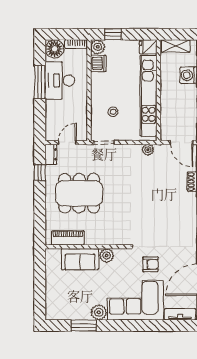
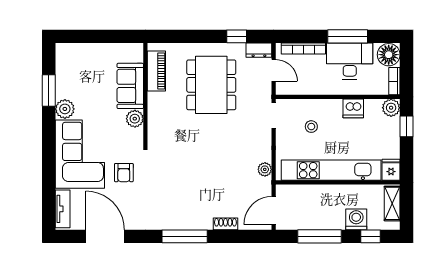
dishwasher: (98, 63) -> (353, 108), moved
bookcase: (50, 118) -> (303, 49), added

